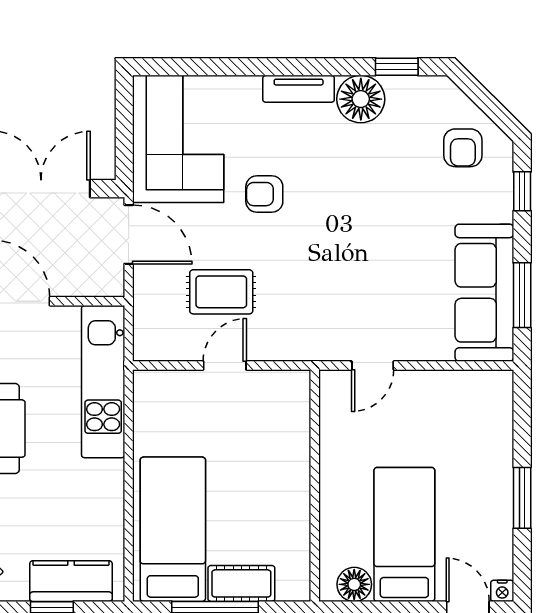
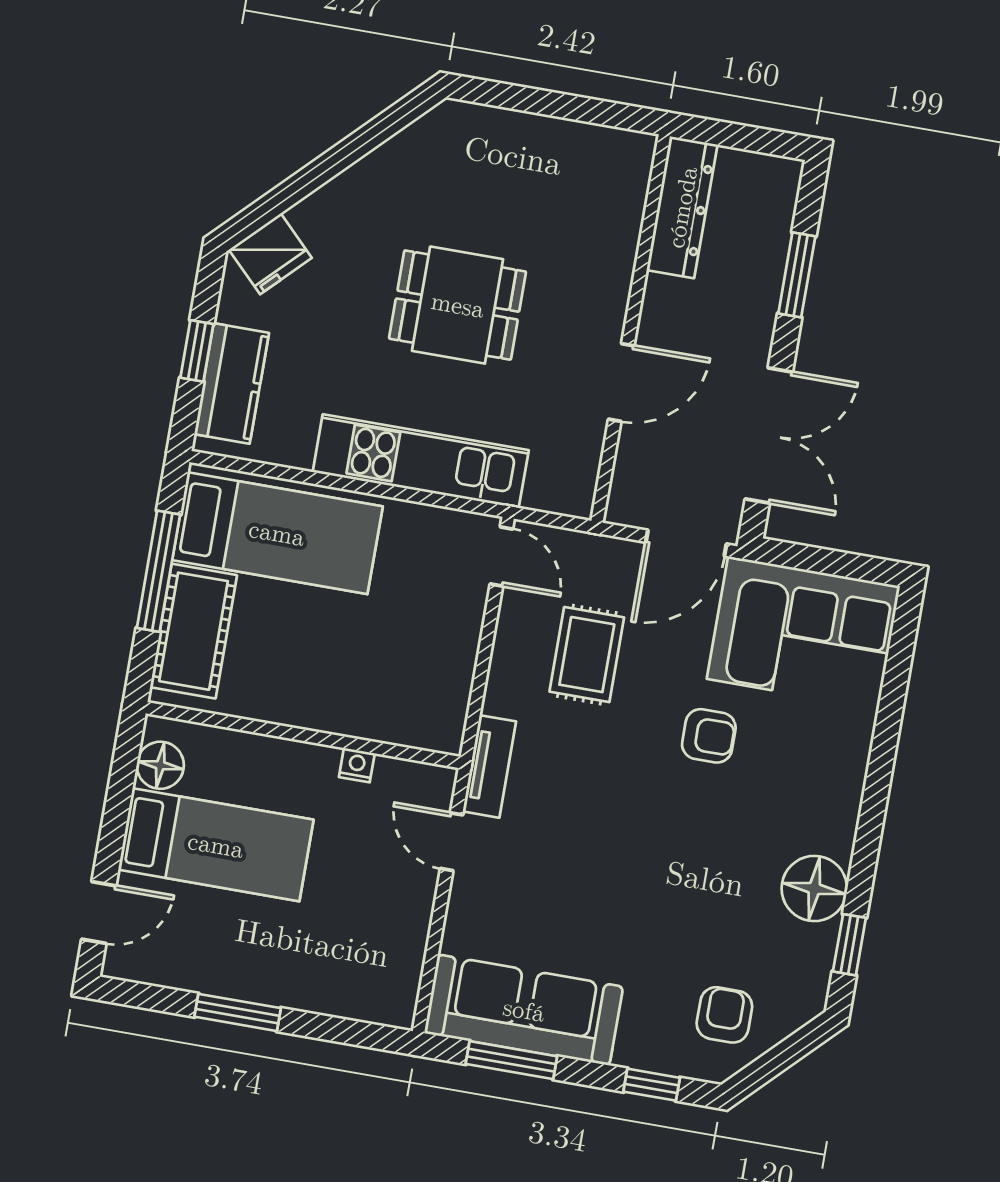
tv unit: (299, 89) -> (489, 766), moved, turned 180
armchair: (463, 148) -> (724, 1015), turned 90
armchair: (264, 194) -> (709, 736), turned 90
door: (225, 365) -> (501, 556), moved
kitchen unit: (103, 382) -> (421, 461), moved
cot: (241, 583) -> (194, 631), width x1.37, depth x1.34
nightstand: (502, 591) -> (357, 765), moved, turned 90

